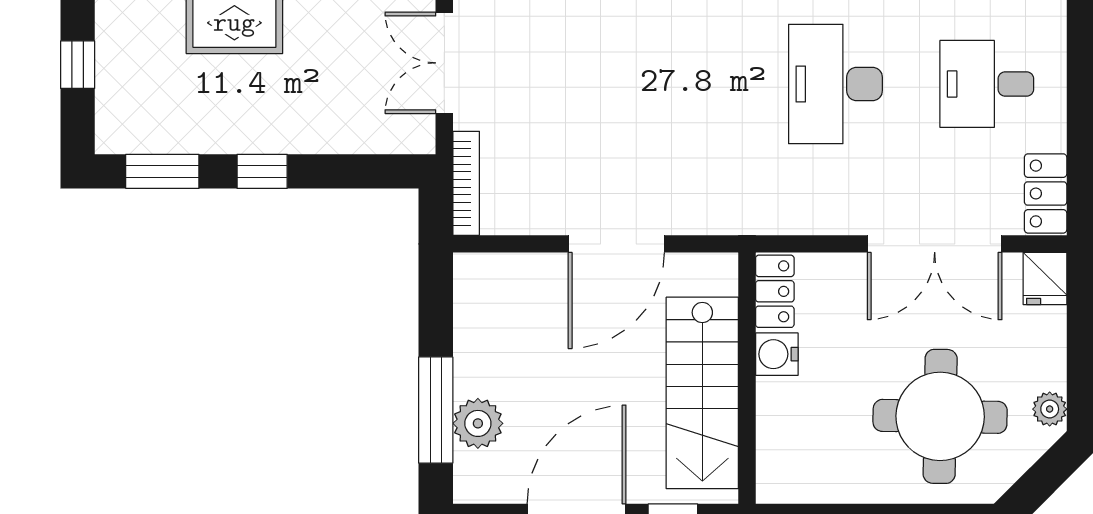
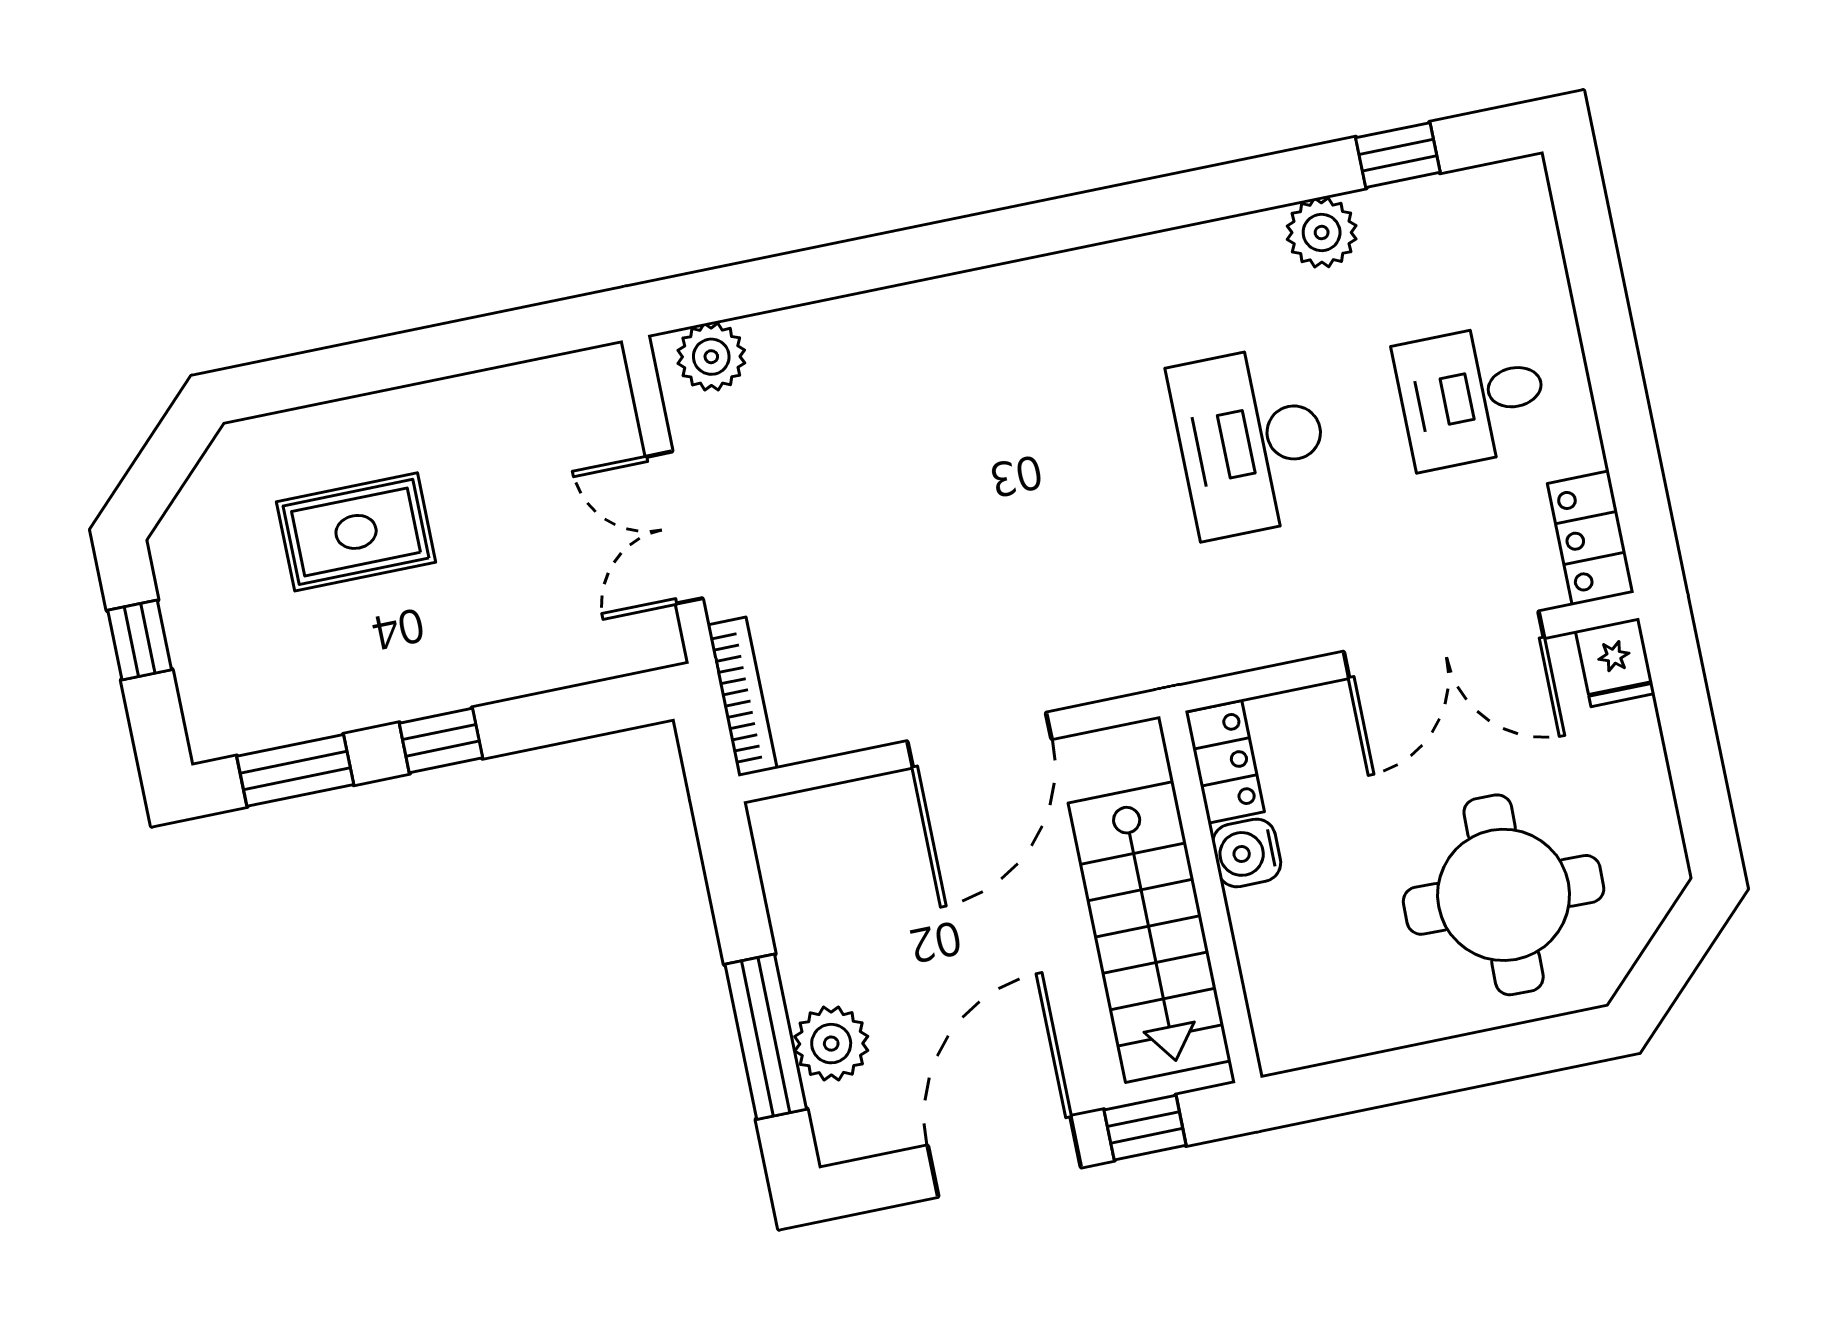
plant: (1050, 409) -> (1661, 851), removed

